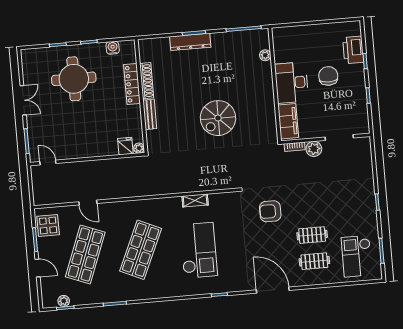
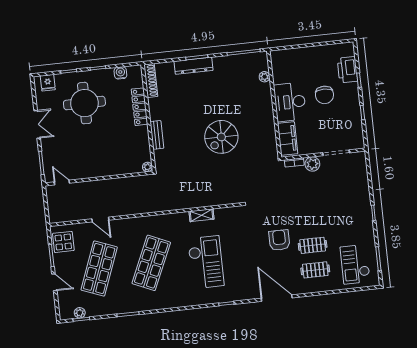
chair: (328, 76) -> (324, 95), turned 180
shoe rack: (147, 81) -> (151, 80), moved
fridge: (125, 146) -> (48, 83), moved, turned 180
armchair: (270, 211) -> (279, 240), moved, turned 90

